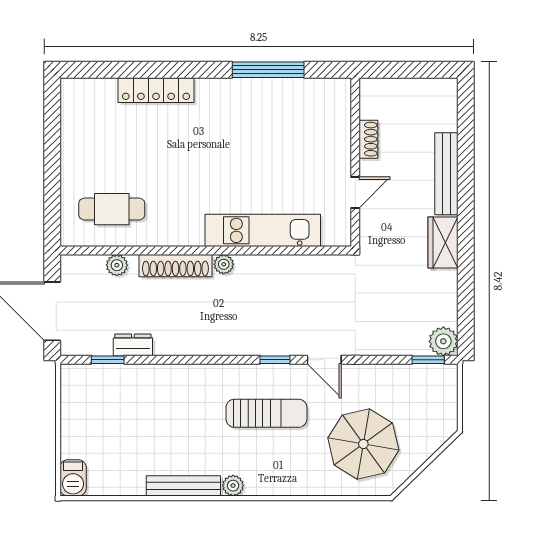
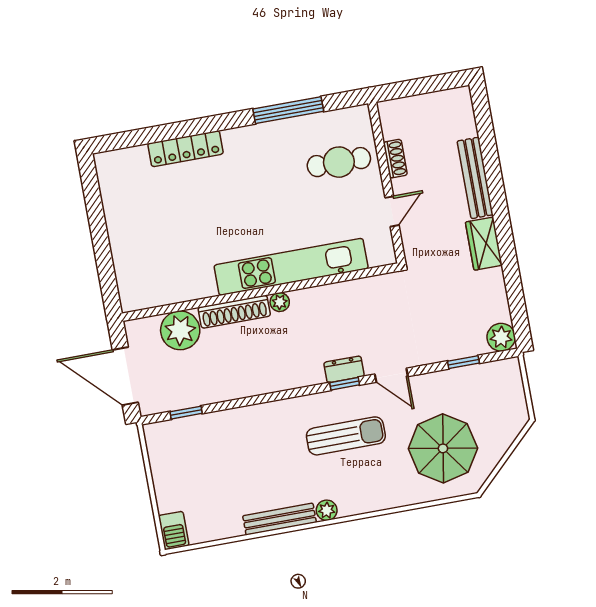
cafe table: (112, 209) -> (339, 162), moved
kitchen unit: (263, 230) -> (291, 267), width x1.36
plant: (117, 265) -> (180, 330), width x1.87, depth x1.87
dresser: (133, 345) -> (344, 369), moved
window: (428, 360) -> (463, 362), moved

